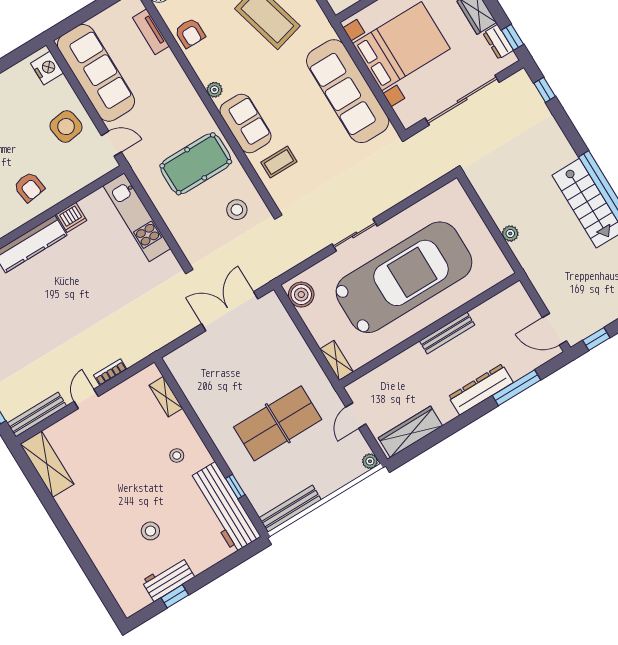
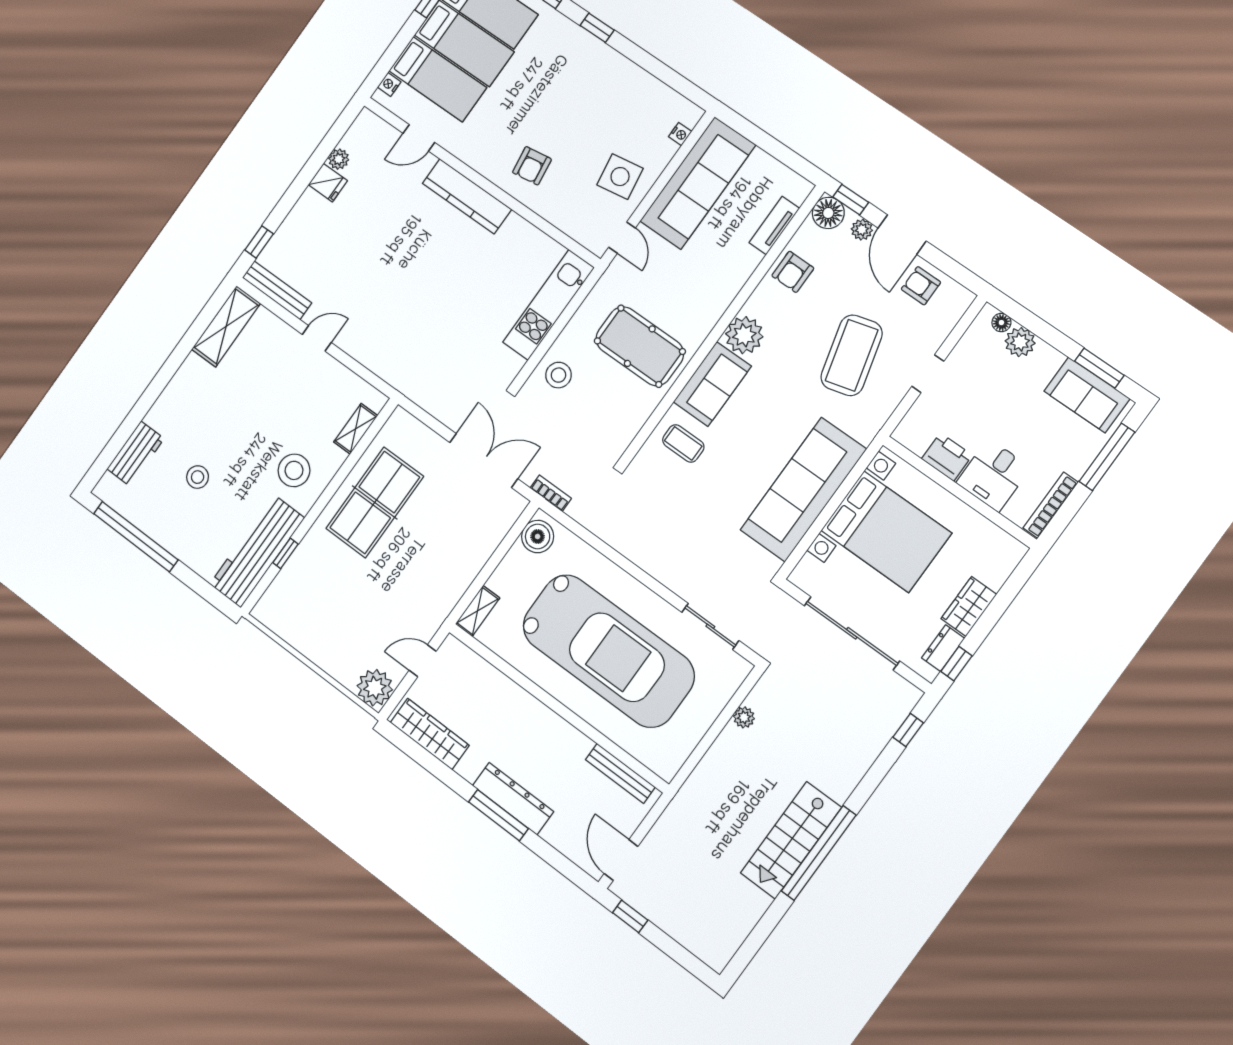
nightstand: (47, 68) -> (680, 134), width x0.53, depth x0.56
plant: (214, 90) -> (744, 335), width x1.88, depth x1.88
stool: (237, 210) -> (558, 375), moved
dishwasher: (71, 217) -> (517, 230), removed
plant: (510, 234) -> (744, 717), moved
sliding door: (355, 235) -> (710, 626), moved
bench: (447, 333) -> (620, 773), moved
bookcase: (110, 372) -> (551, 493), moved
window: (517, 388) -> (498, 815), moved
table tennis table: (278, 423) -> (375, 502), moved, turned 90
stool: (177, 455) -> (294, 470), width x1.89, depth x1.89
plant: (370, 461) -> (375, 688), width x1.87, depth x1.87
bench: (290, 509) -> (285, 628), removed
workbench: (168, 579) -> (136, 454), moved, turned 90
window: (175, 596) -> (136, 537), width x3.17

